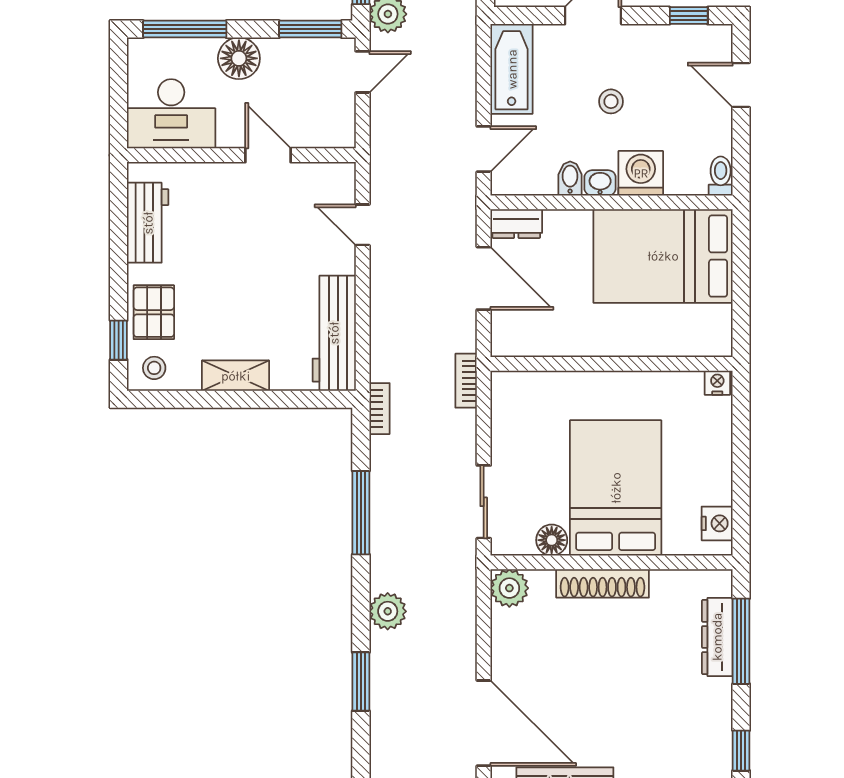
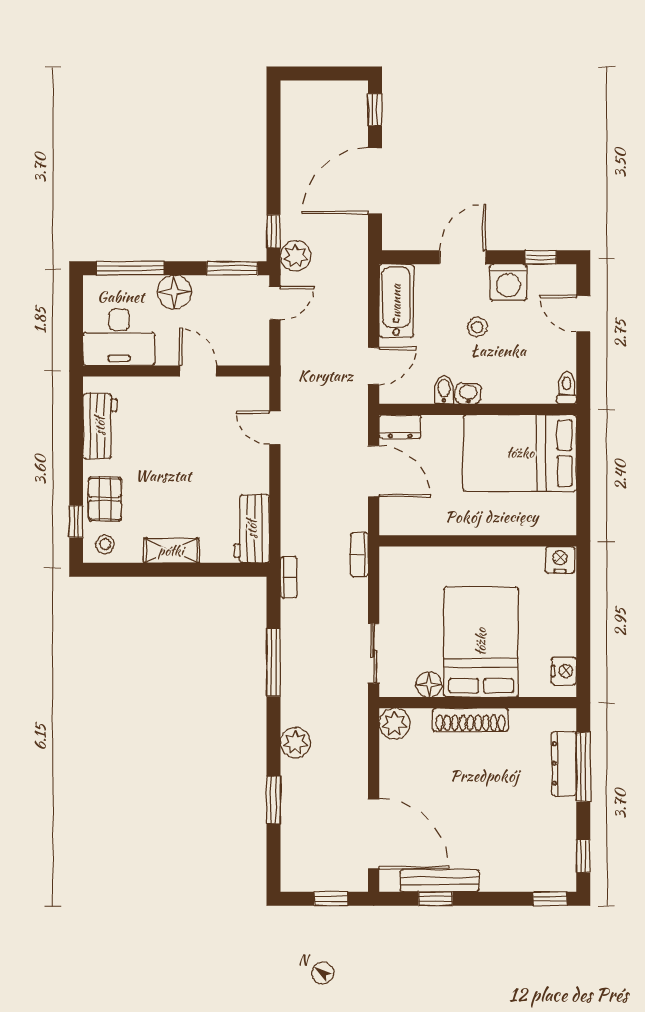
washing machine: (641, 173) -> (508, 282), moved, turned 180
workbench: (334, 333) -> (252, 529), width x0.73
nightstand: (717, 383) -> (560, 560), width x1.39, depth x1.35

